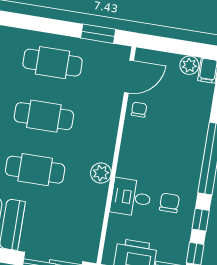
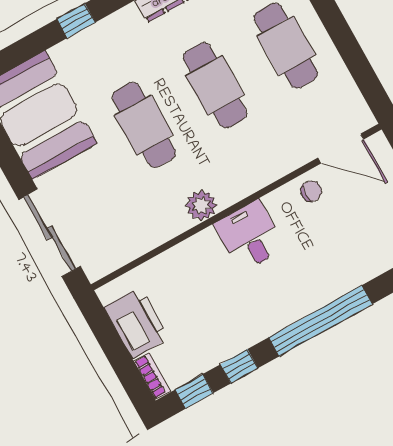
window: (98, 34) -> (362, 72), removed
desk: (131, 197) -> (250, 236), moved
chair: (169, 203) -> (230, 314), removed

